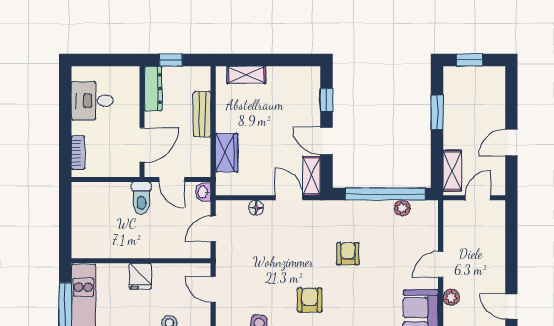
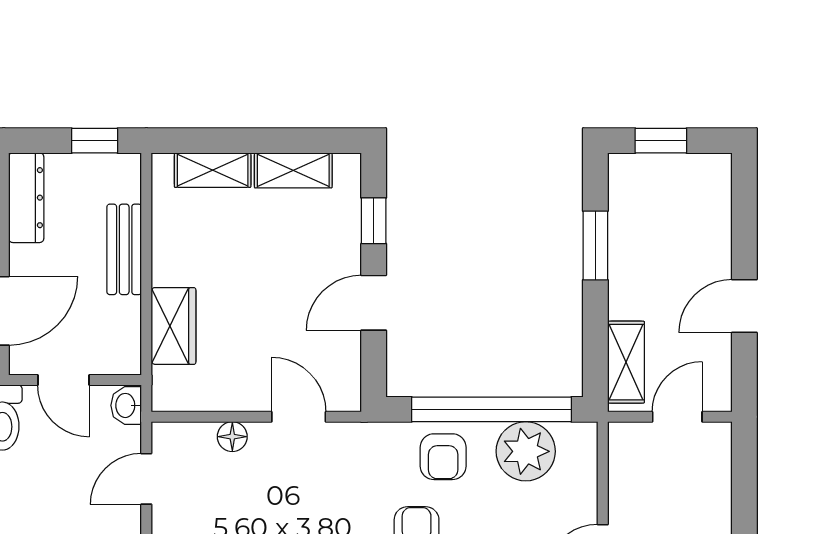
window: (171, 60) -> (95, 141), moved
door: (326, 141) -> (374, 303), hinge flipped
shelving: (312, 176) -> (293, 170), moved, turned 90
plant: (402, 208) -> (526, 451), width x1.88, depth x1.88
armchair: (361, 218) -> (443, 457), added

